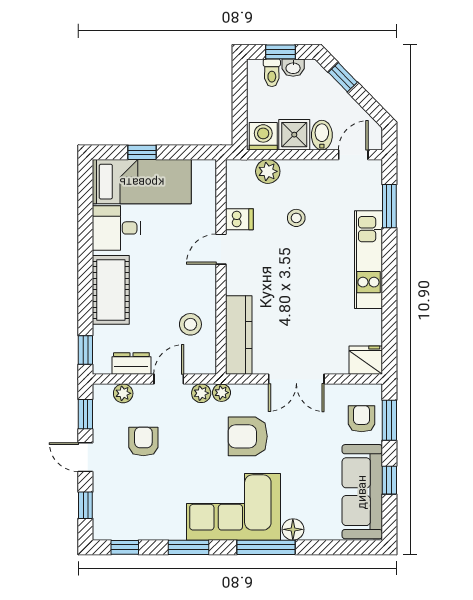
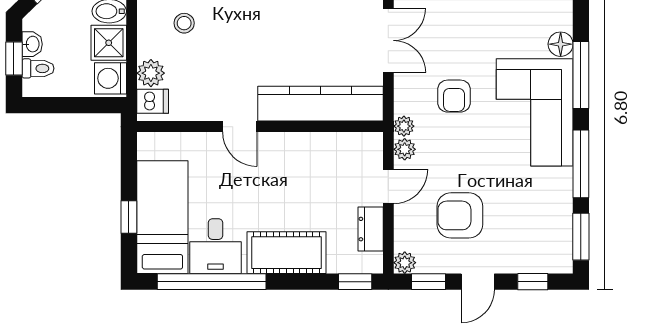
stool: (296, 218) -> (184, 23), moved
dishwasher: (239, 219) -> (153, 101), moved, turned 90
window: (85, 225) -> (212, 282), added
stool: (190, 324) -> (326, 162), removed
kitchen counter: (239, 335) -> (320, 104), width x1.39, depth x1.17
door: (169, 379) -> (388, 186), swing flipped
plant: (123, 393) -> (405, 263), moved
armchair: (248, 436) -> (454, 96), width x0.72, depth x0.72
armchair: (143, 442) -> (460, 215), width x1.38, depth x1.38
window: (125, 547) -> (581, 237), width x1.50
window: (188, 547) -> (581, 164), width x1.44

